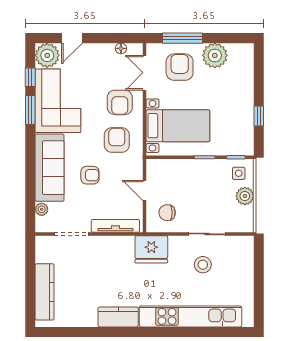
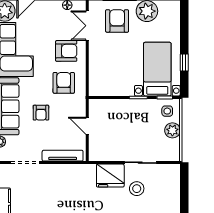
armchair: (120, 102) -> (66, 51), turned -90
bed with nightstands: (178, 126) -> (157, 69), moved, turned -90
armchair: (90, 175) -> (41, 113), turned 90
chair: (167, 213) -> (106, 144), removed
fridge: (151, 249) -> (110, 176), moved

